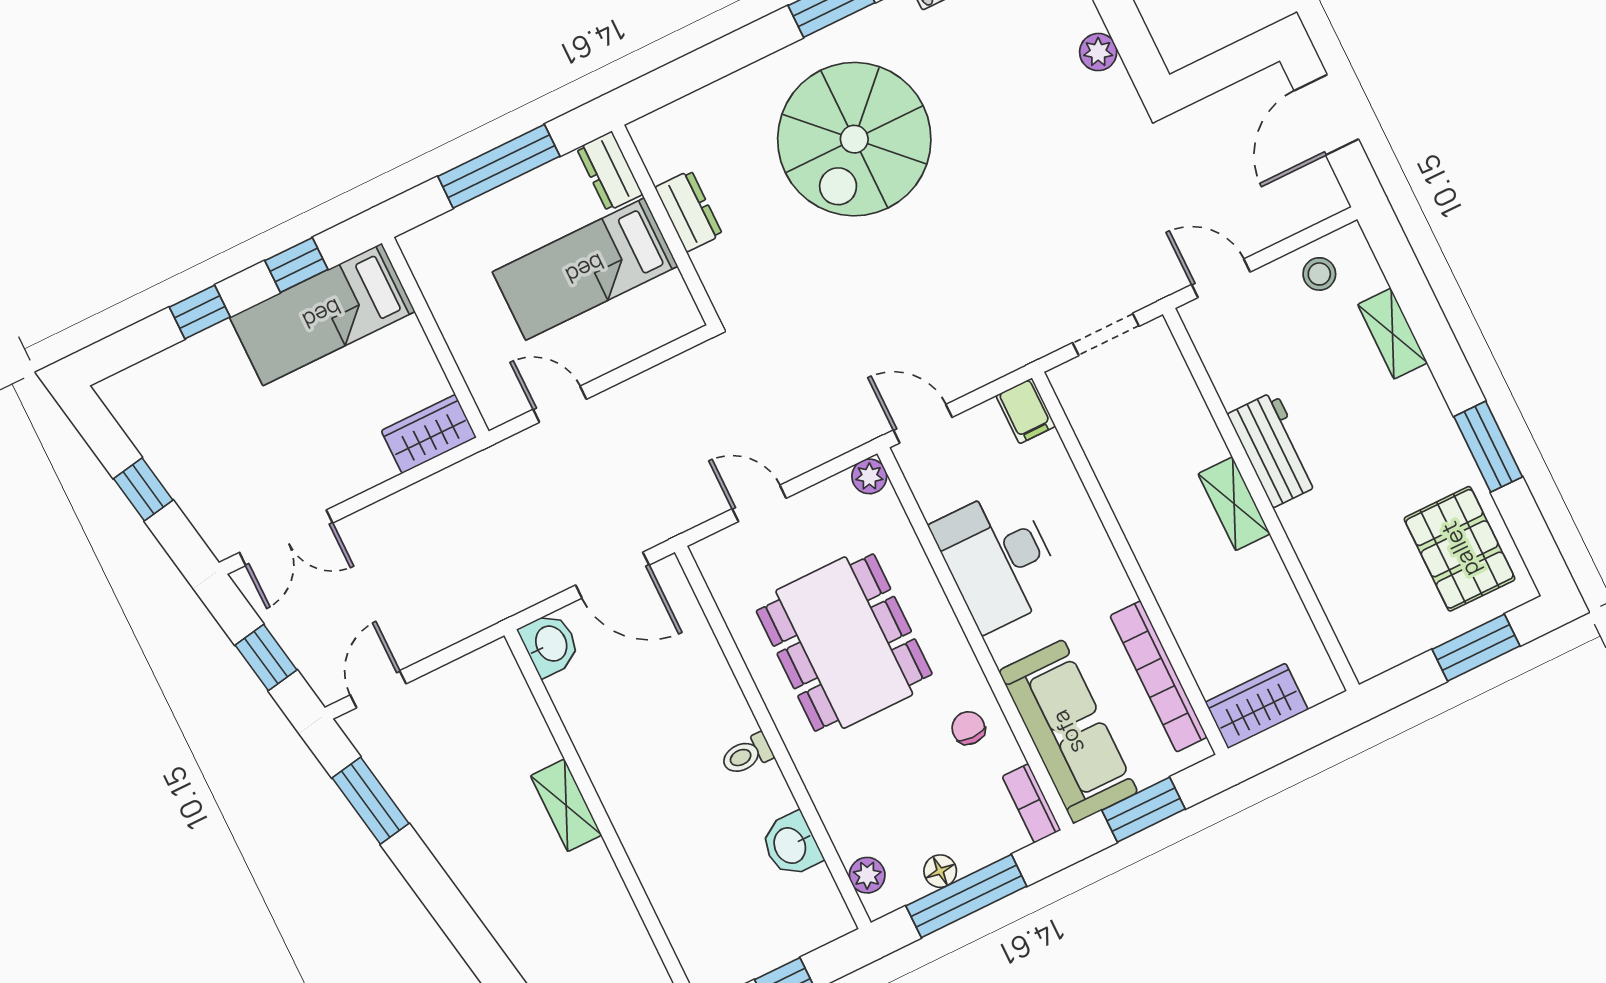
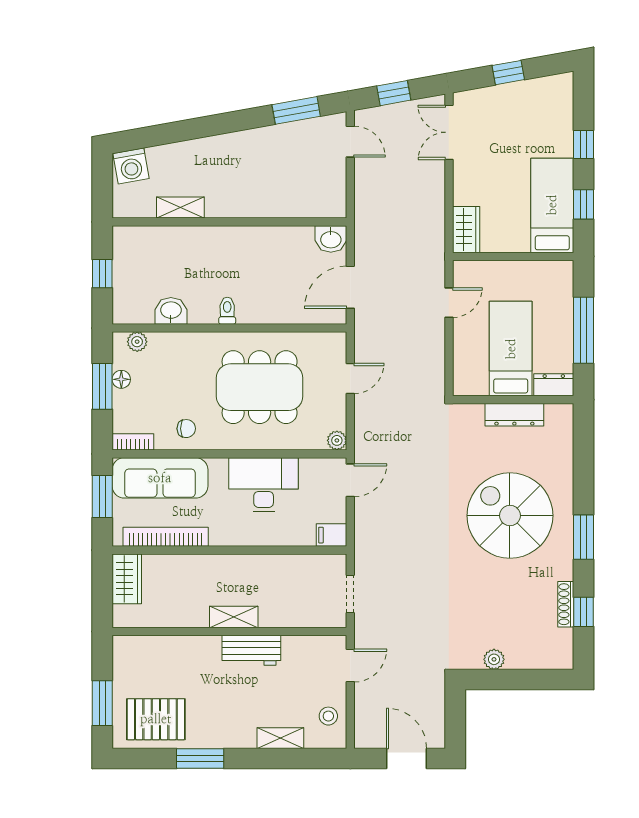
dresser: (689, 211) -> (514, 415), width x1.44
shelving: (566, 805) -> (180, 208), moved
window: (966, 896) -> (102, 386), width x0.69

